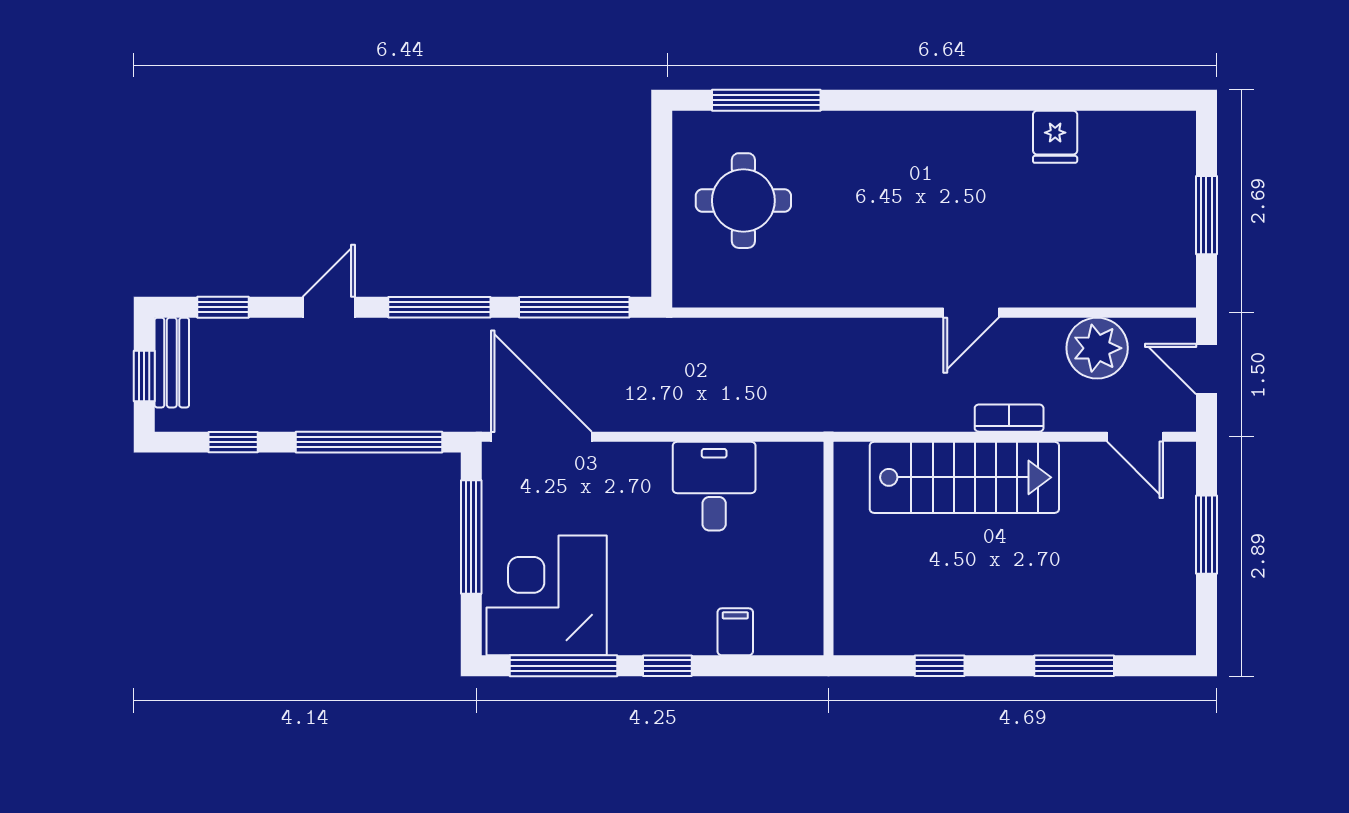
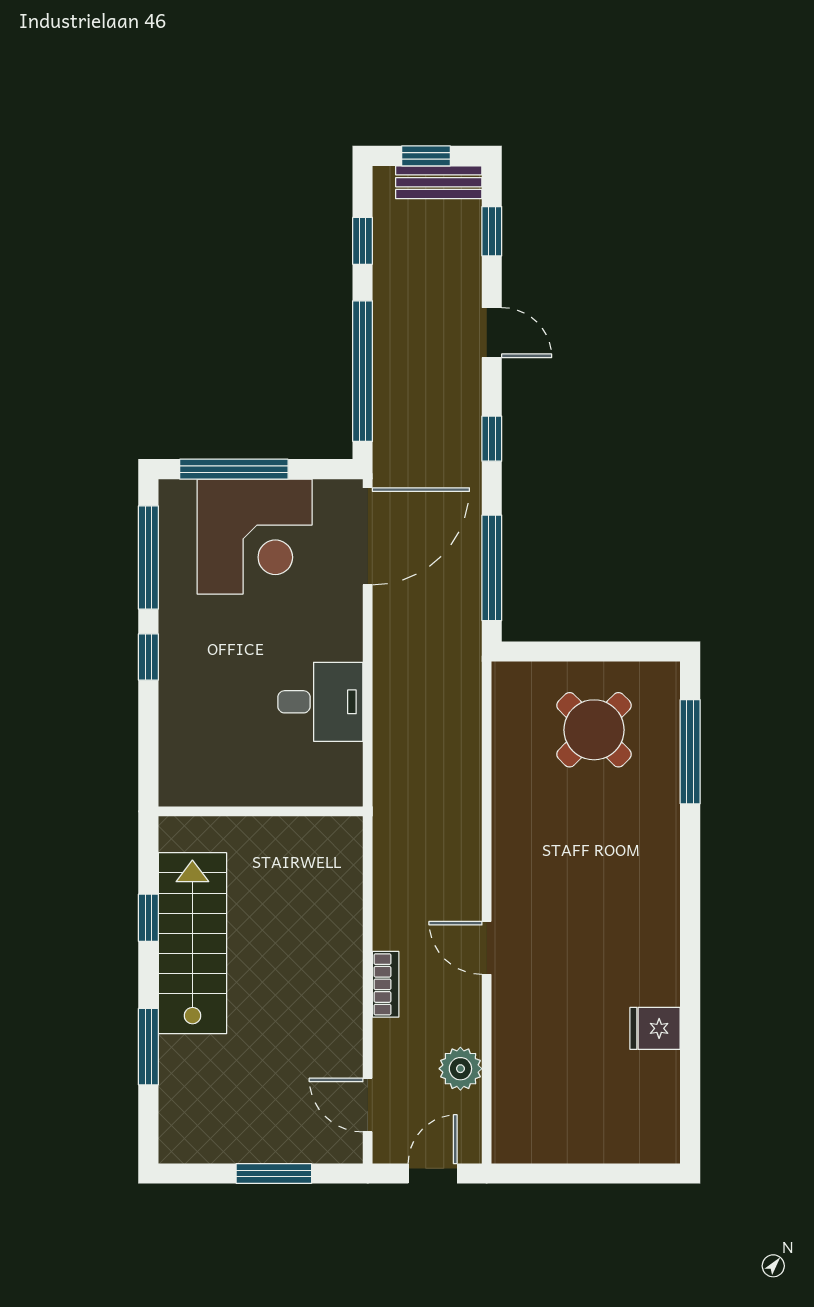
round table: (743, 201) -> (594, 730), turned 45
window: (1206, 215) -> (580, 1173), removed
window: (439, 307) -> (492, 439), width x0.46
plant: (1097, 348) -> (460, 1069), width x0.73, depth x0.73
door: (1135, 437) -> (368, 1105), hinge flipped
stairs: (964, 477) -> (192, 943), moved, turned 180
window: (471, 537) -> (234, 469), moved
corner desk: (547, 595) -> (255, 537), moved, turned 90
filing cabinet: (735, 632) -> (181, 722), removed

